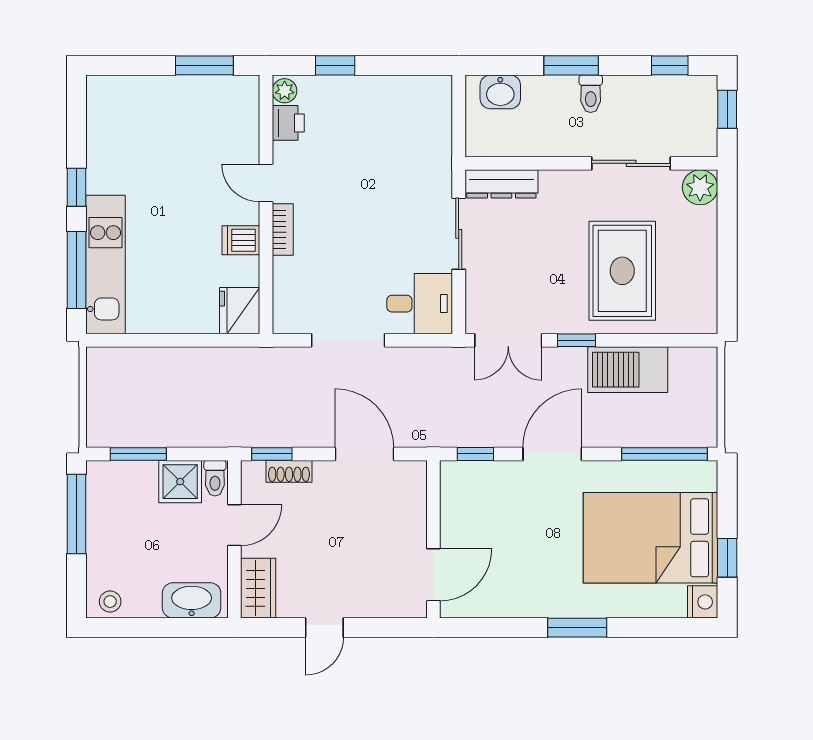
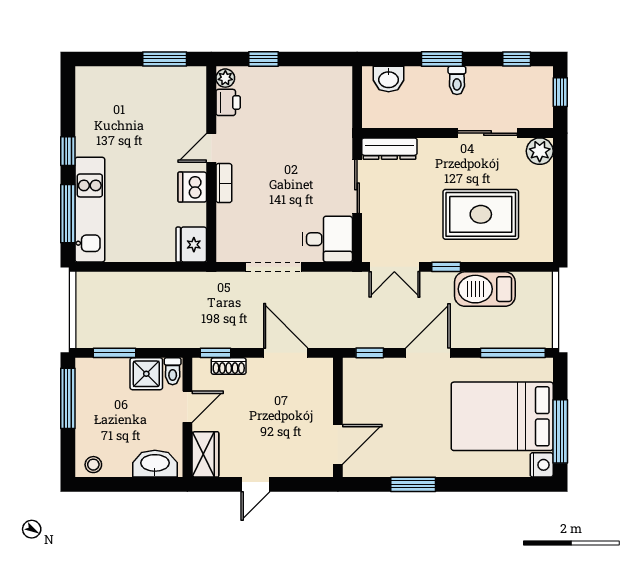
door: (266, 183) -> (211, 148), hinge flipped
dishwasher: (241, 240) -> (192, 187), width x1.38
rug: (622, 271) -> (481, 214), turned 90
window: (727, 558) -> (560, 431), width x2.17
window: (577, 628) -> (413, 484), moved

